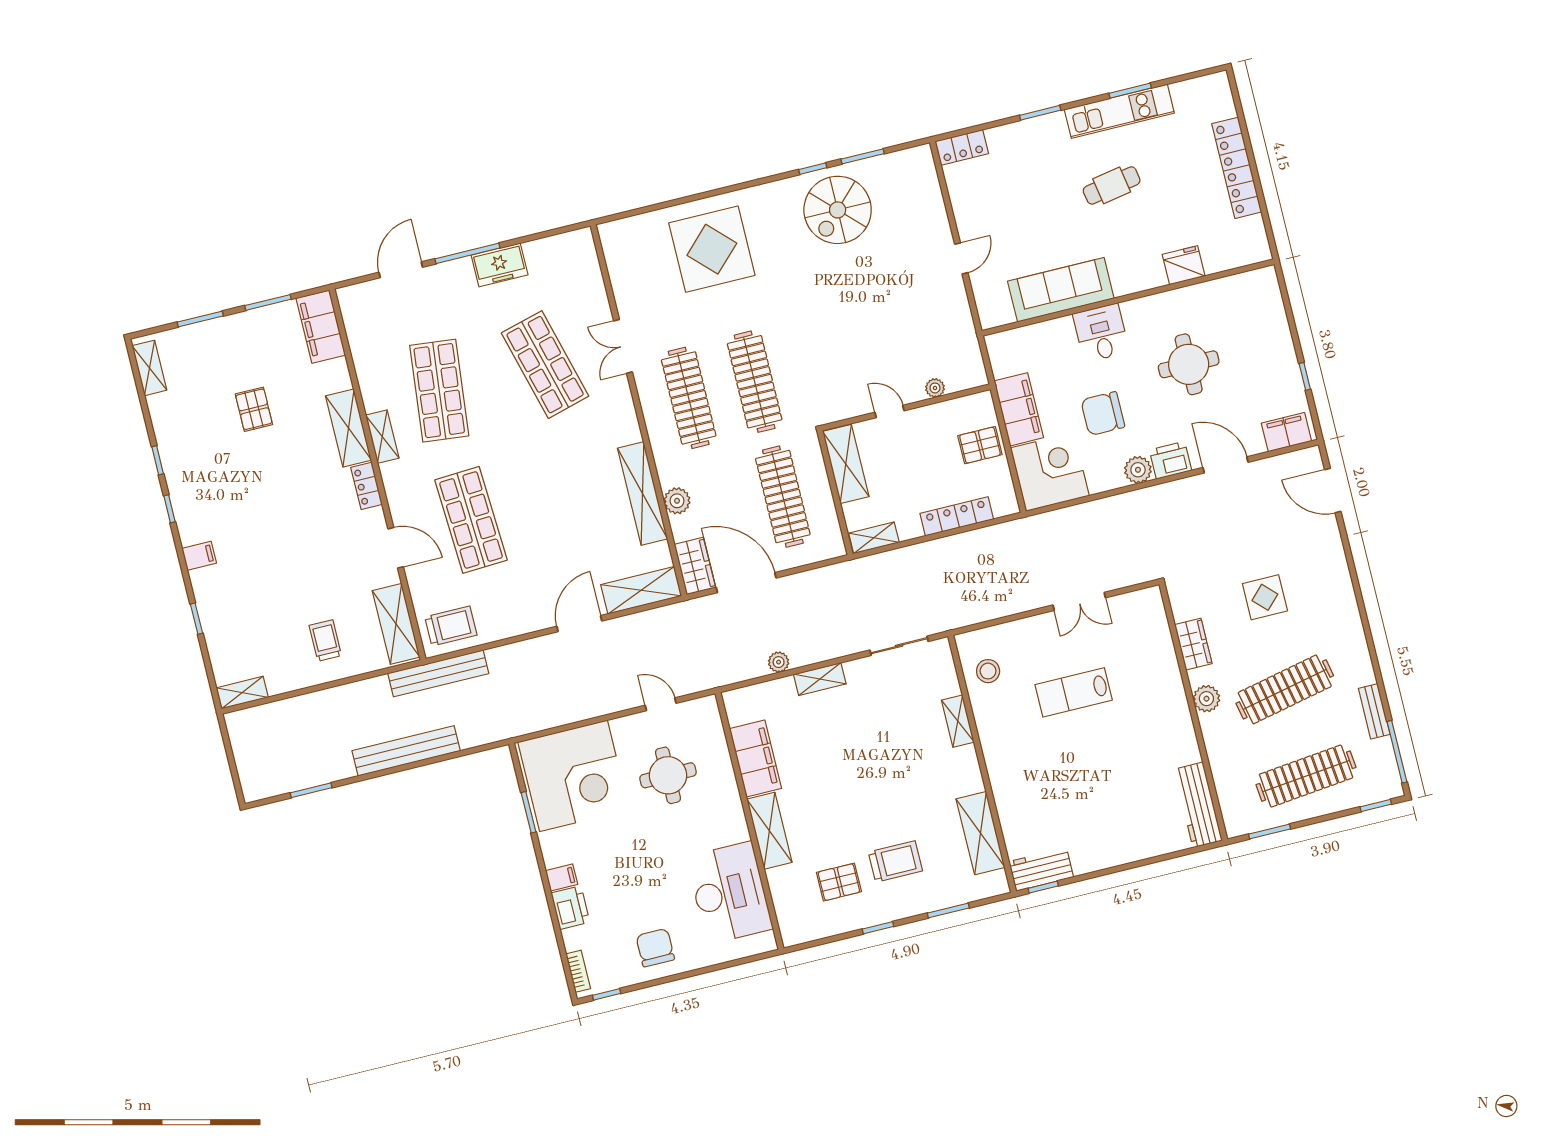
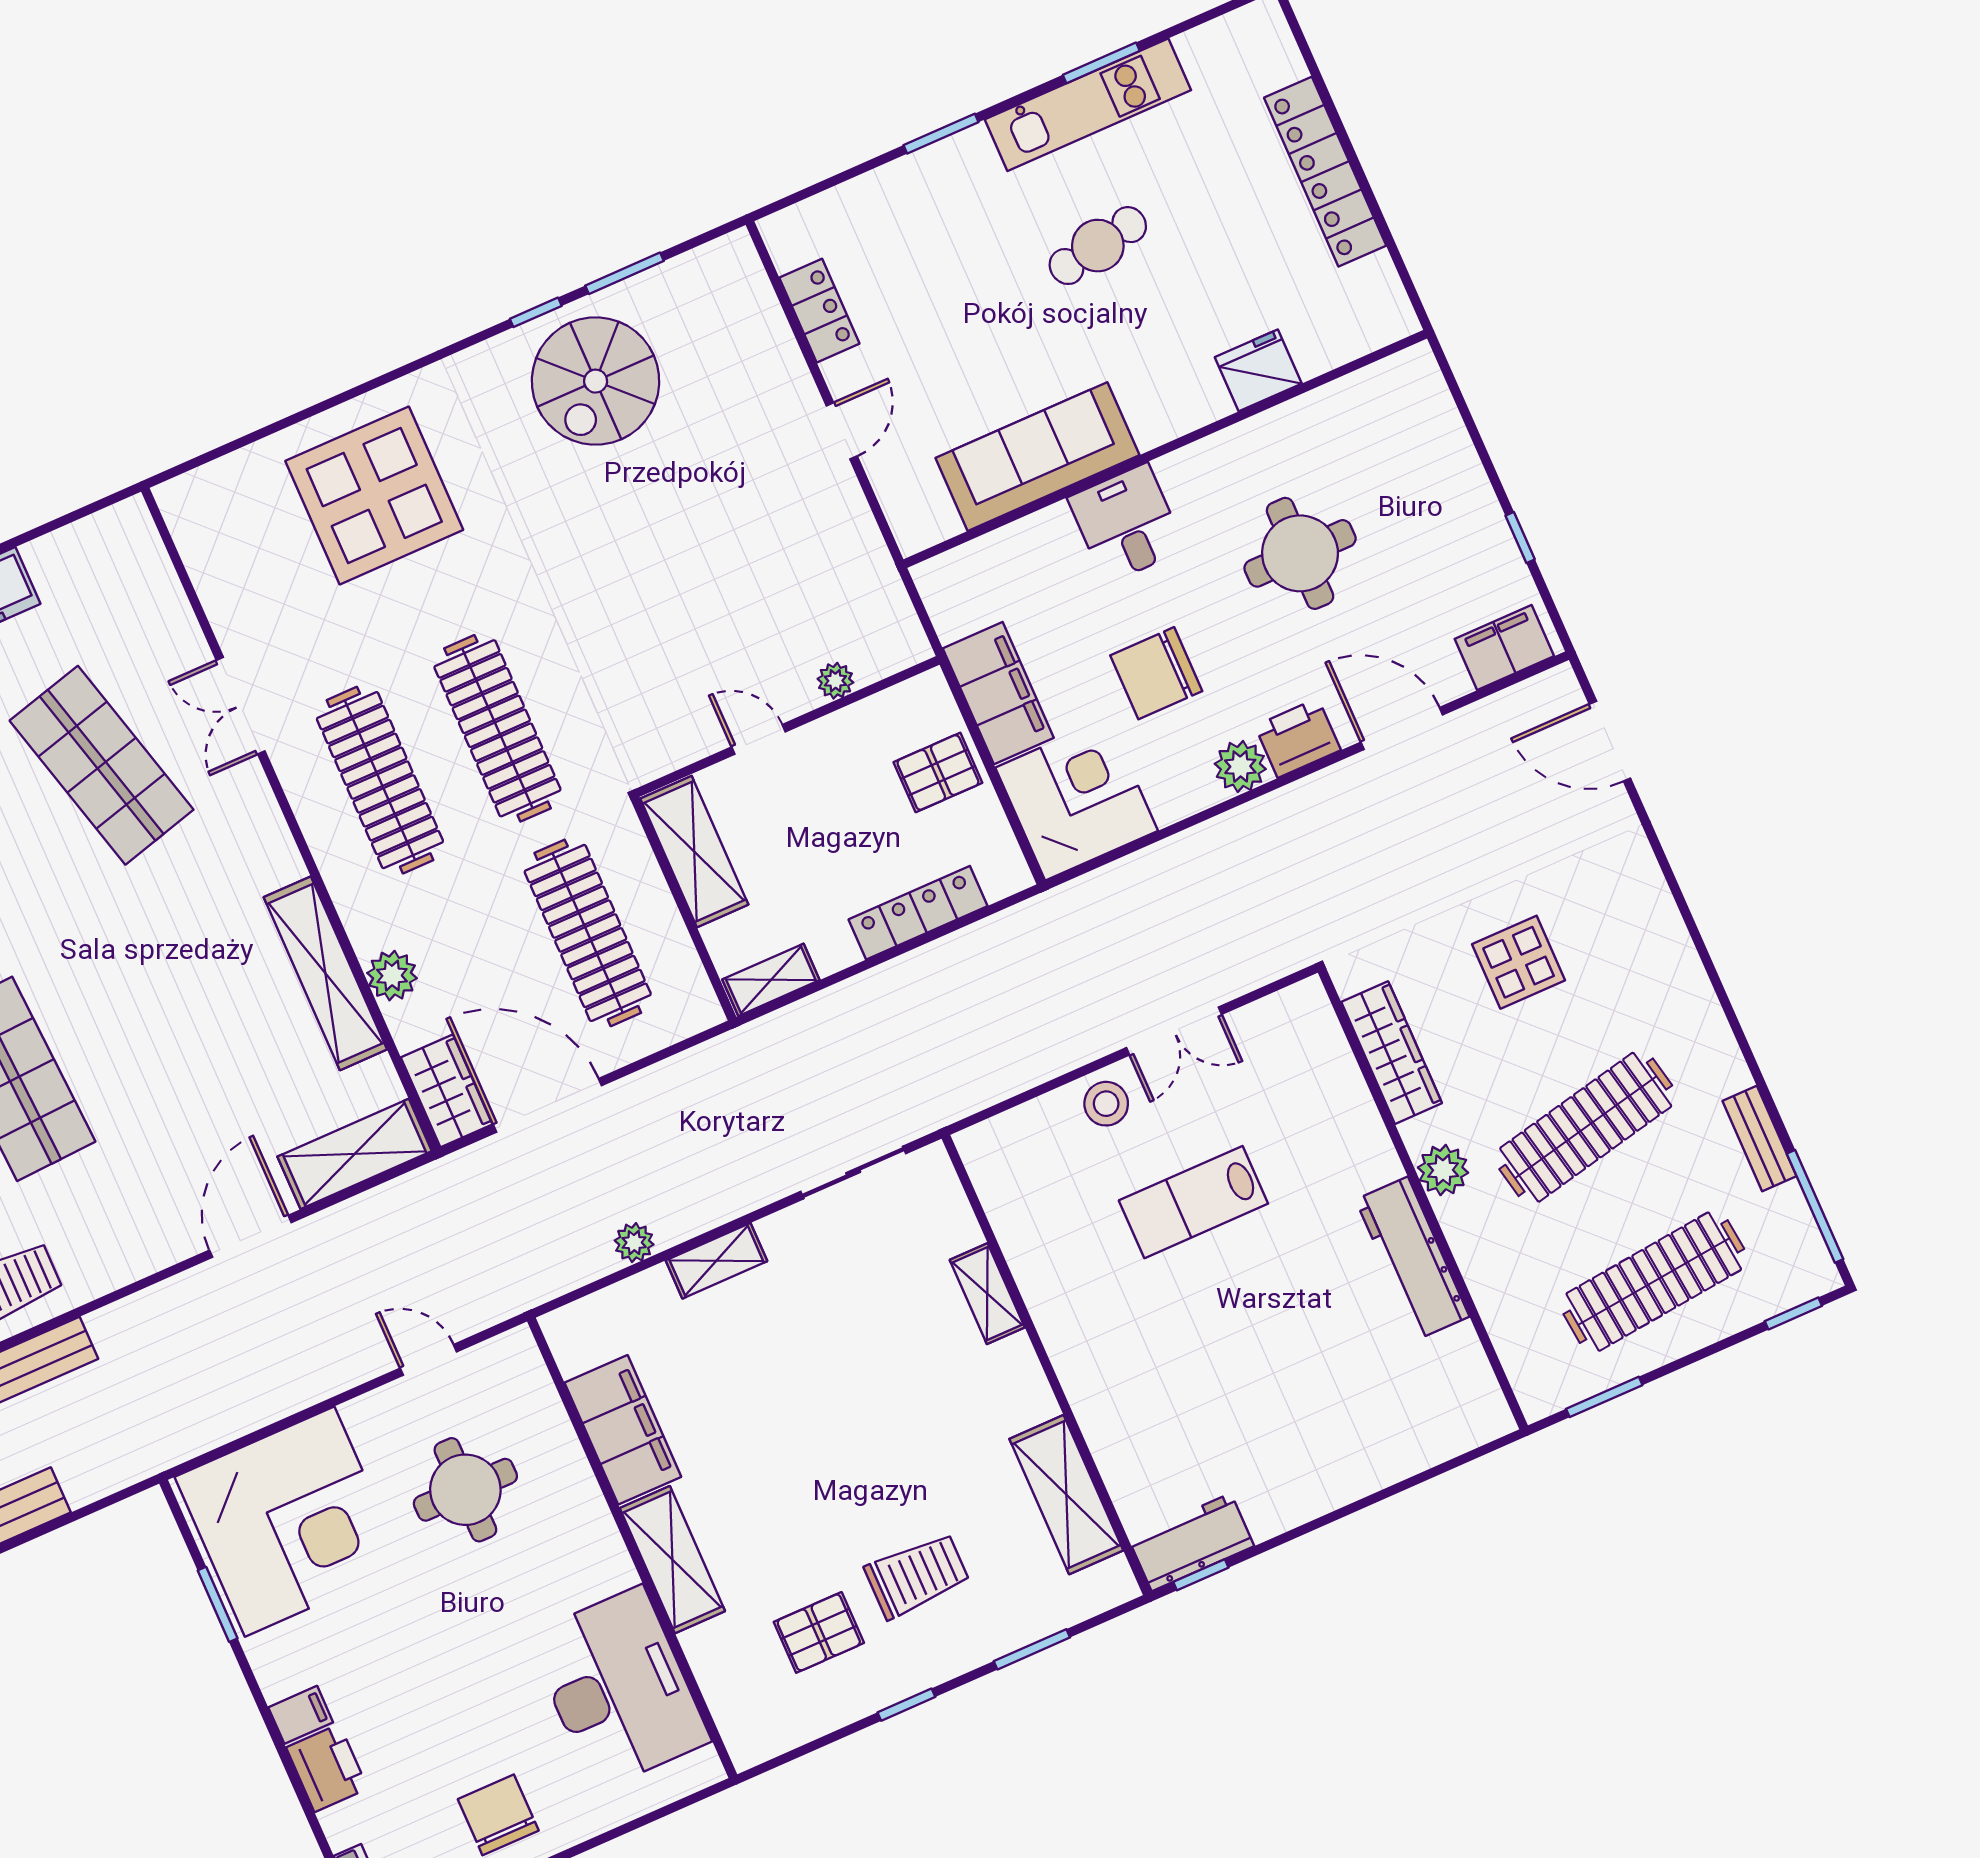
locker: (962, 147) -> (819, 311), moved, turned -90
wardrobe: (1193, 644) -> (1392, 1053), width x1.50
stool: (988, 671) -> (1106, 1104), moved
workbench: (1198, 805) -> (1412, 1258), moved

